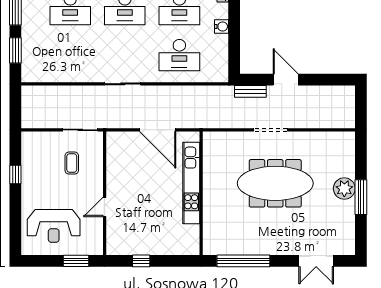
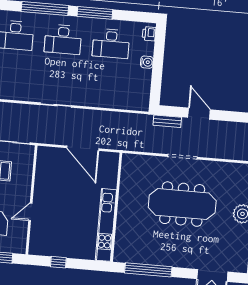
desk: (179, 55) -> (108, 84), removed
kitchen unit: (191, 183) -> (106, 225), moved

